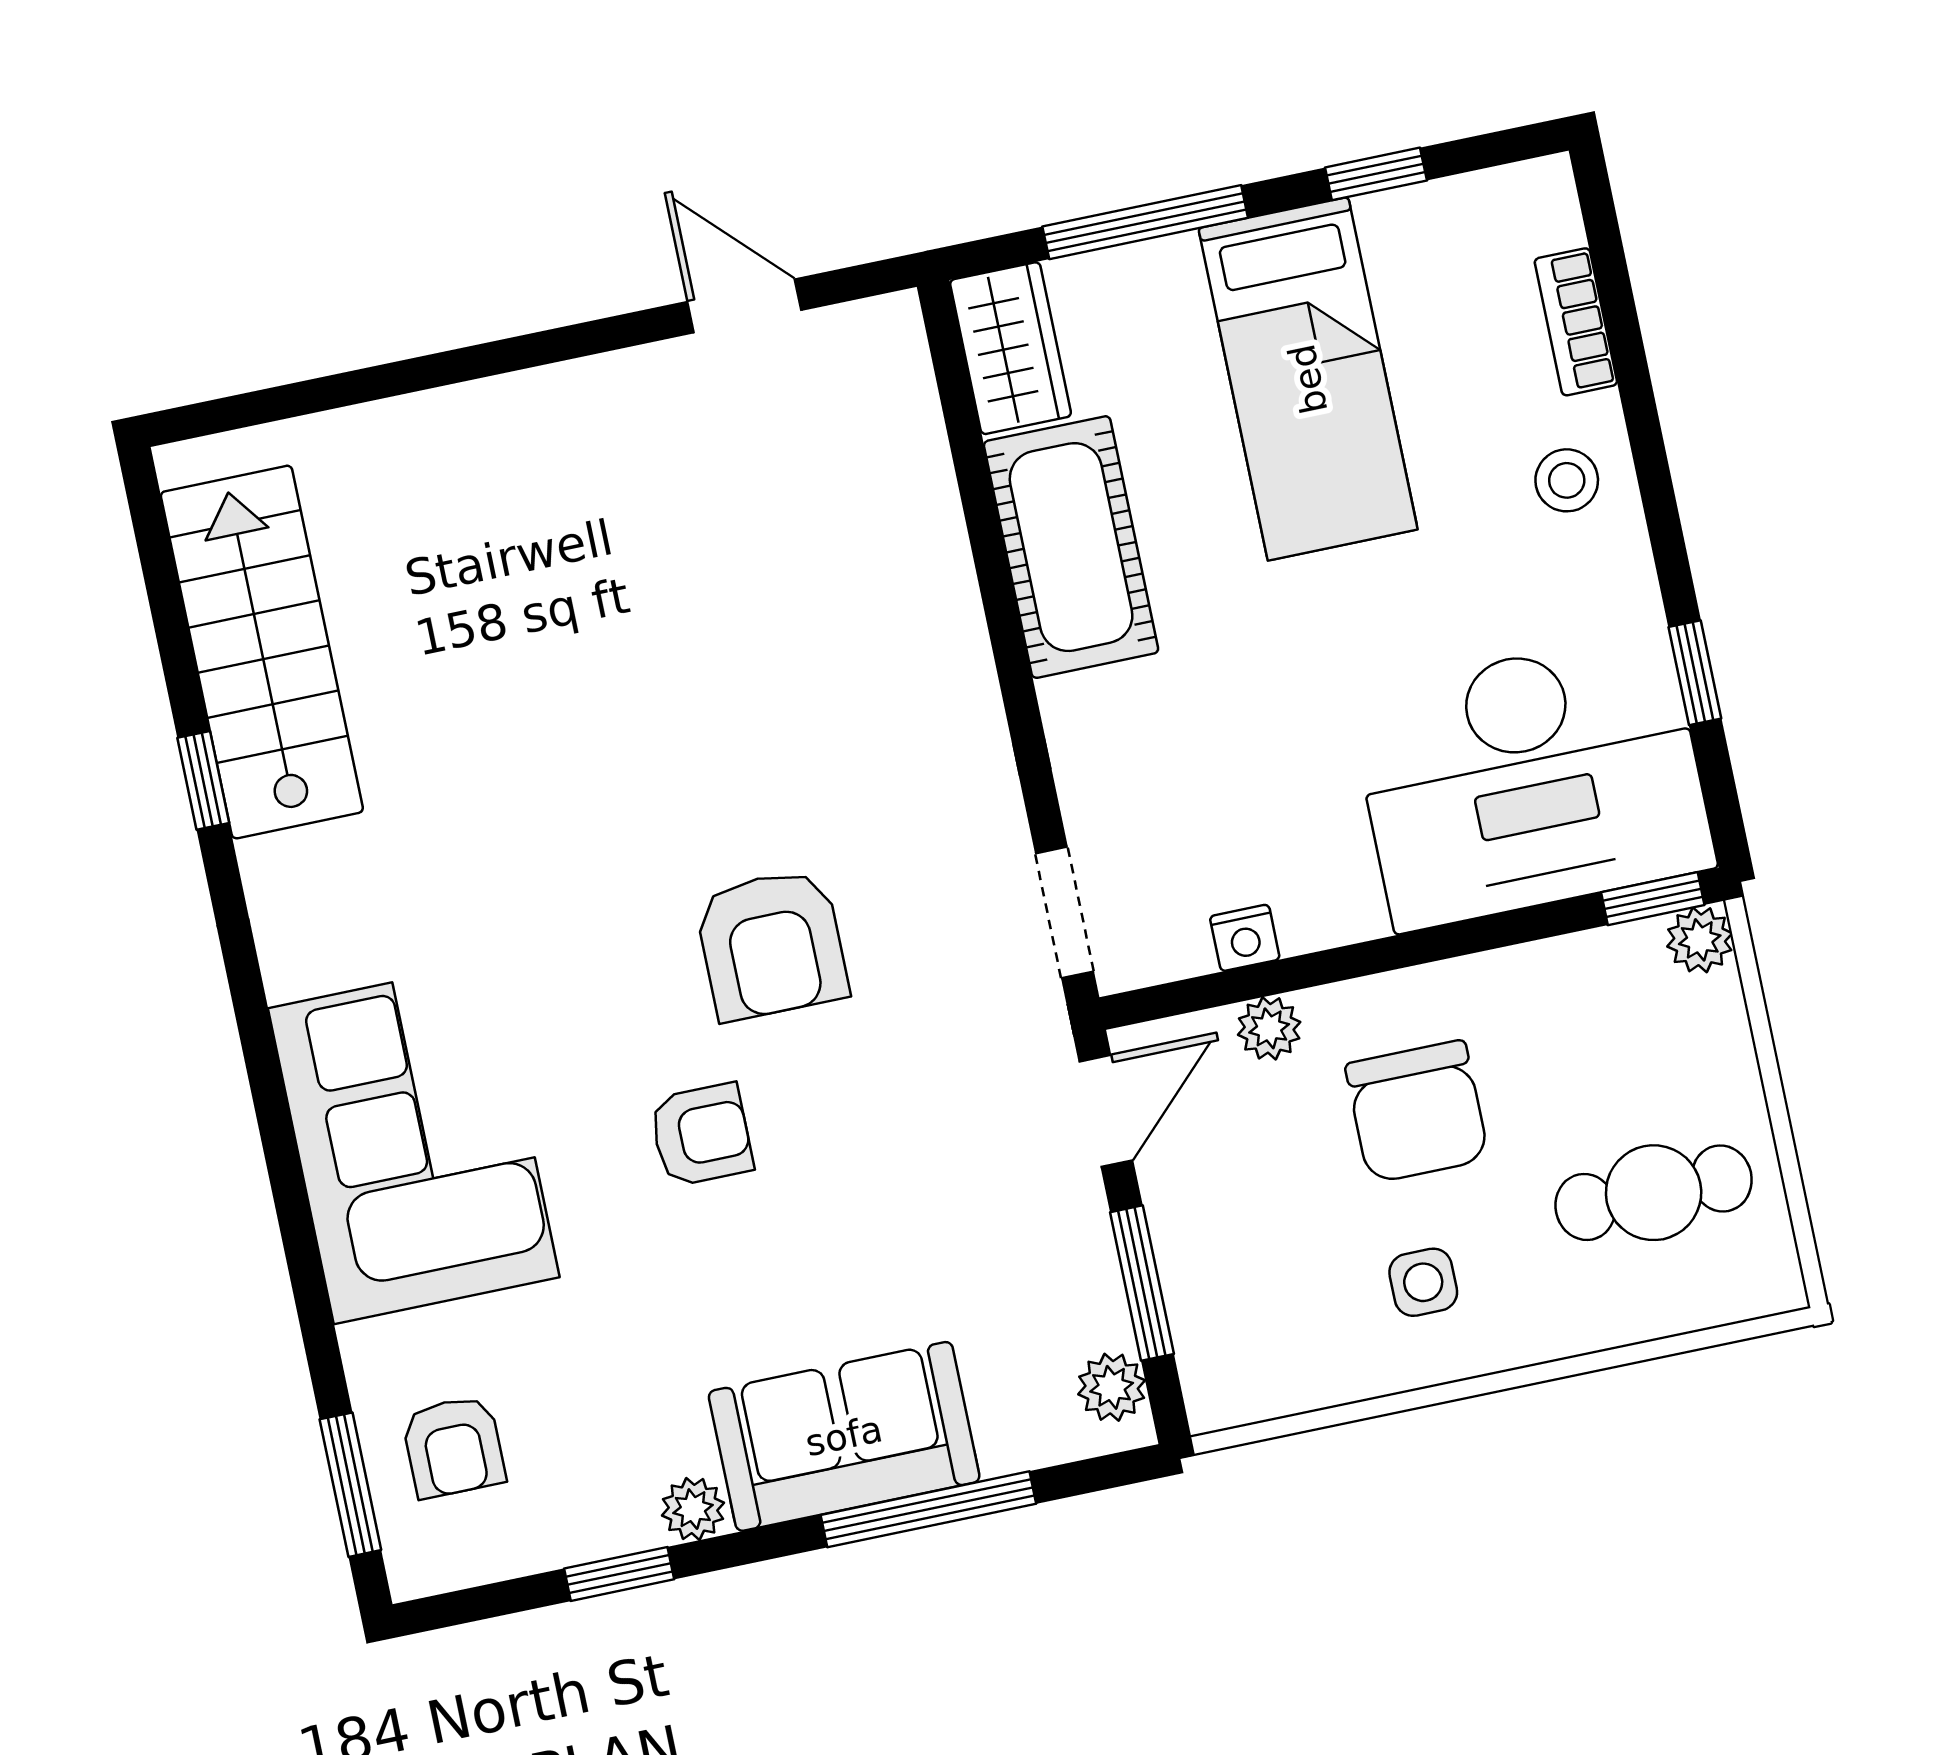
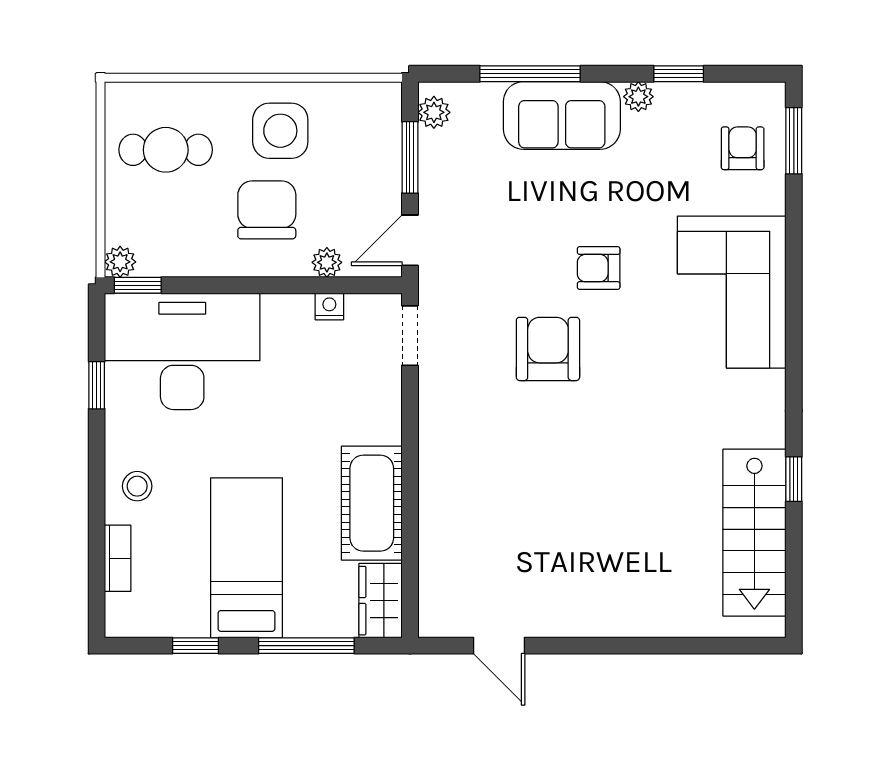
side table: (1423, 1282) -> (280, 131), width x1.87, depth x1.87

